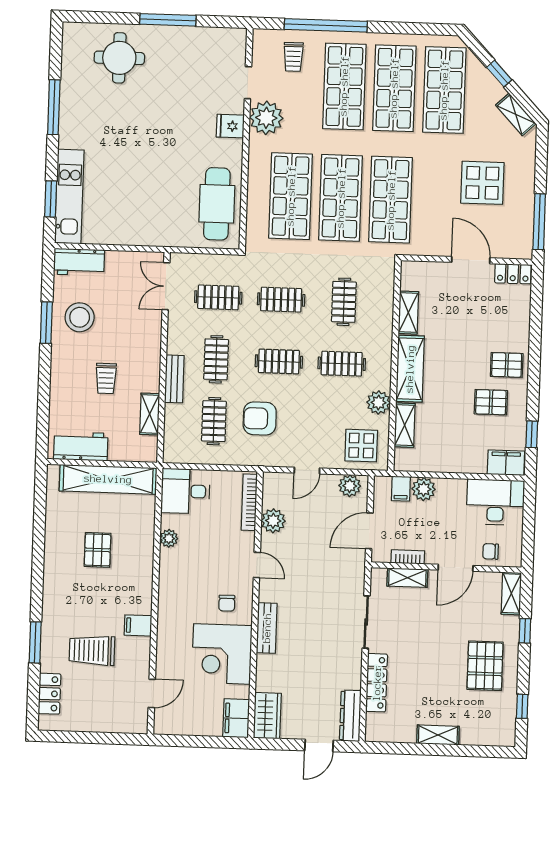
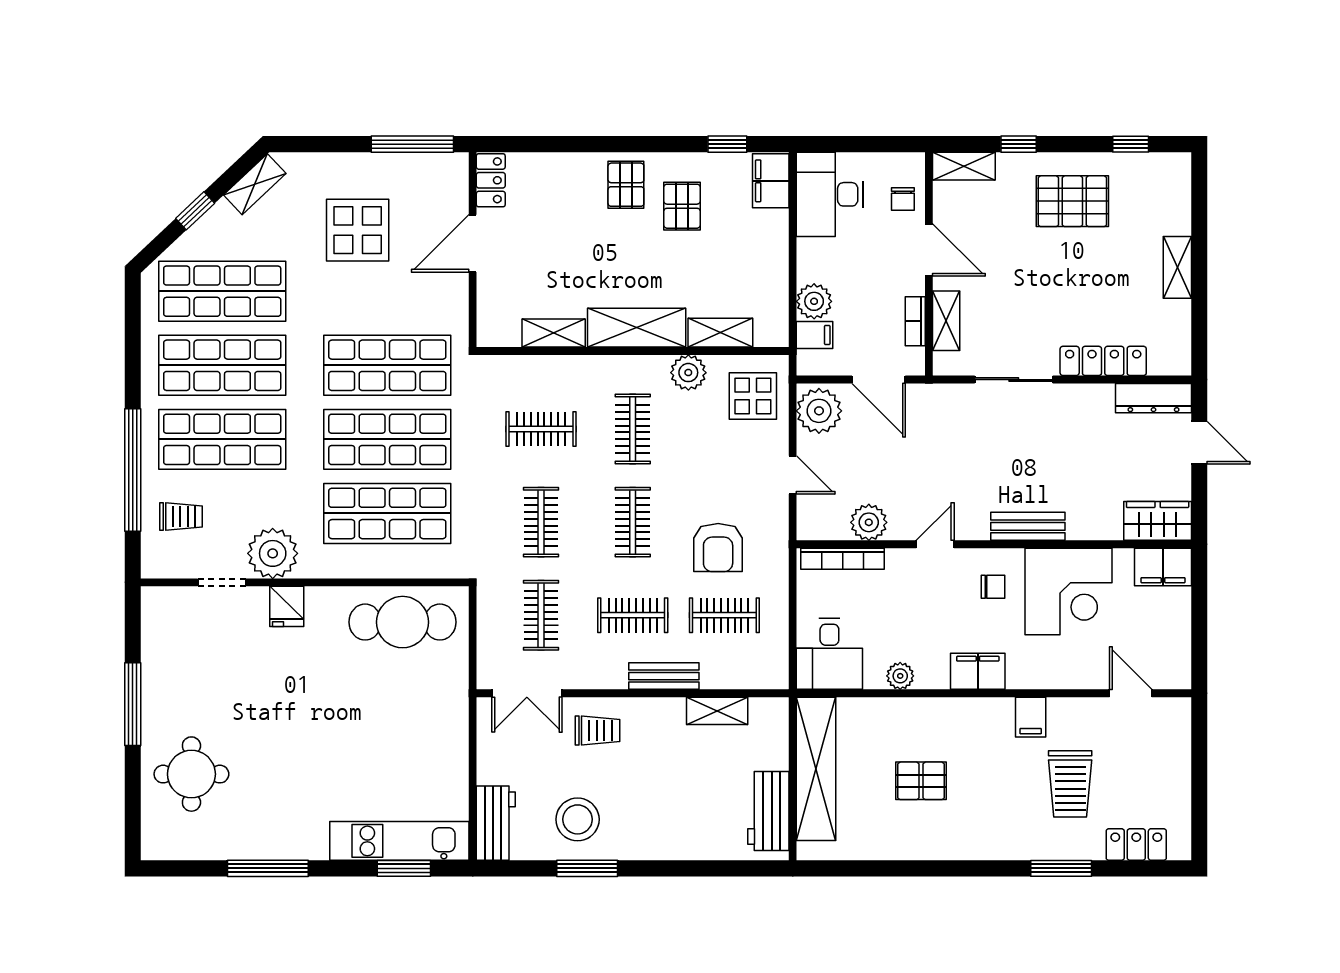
trolley: (106, 378) -> (597, 730), moved
plant: (350, 486) -> (819, 411), width x1.36, depth x1.36
filing cabinet: (170, 591) -> (978, 671), added

